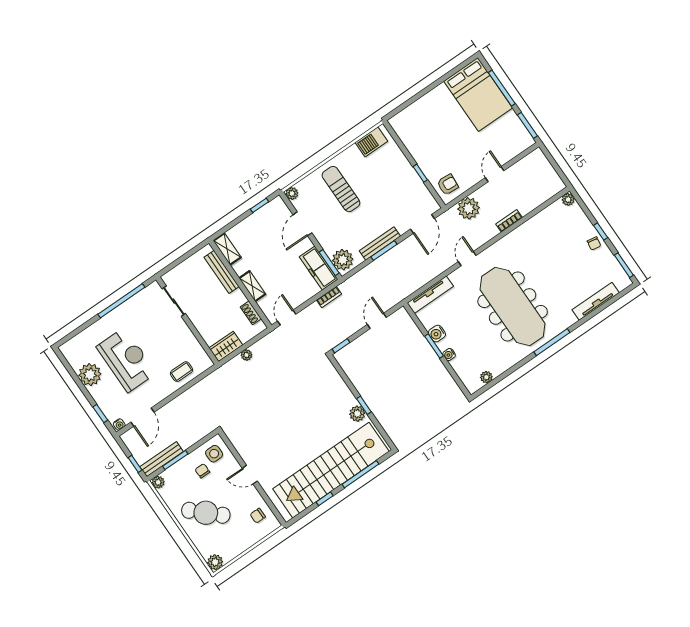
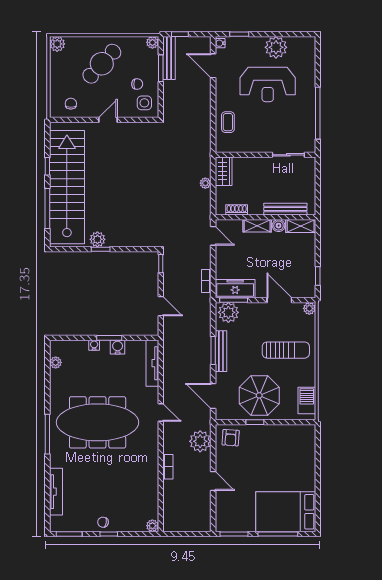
parasol: (395, 185) -> (259, 395), added
boiler: (240, 268) -> (279, 226), added

